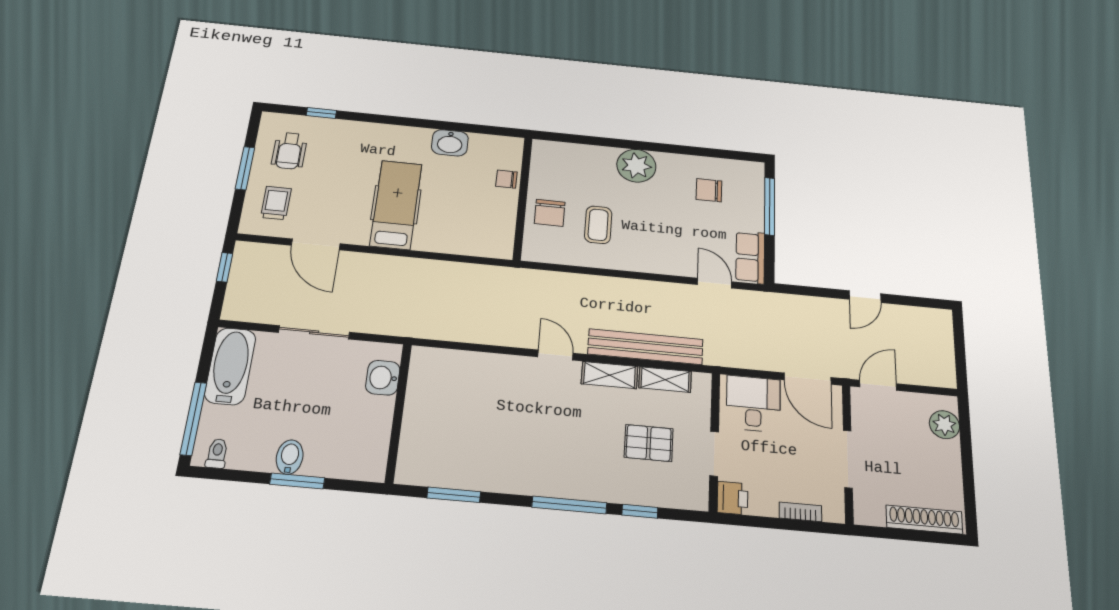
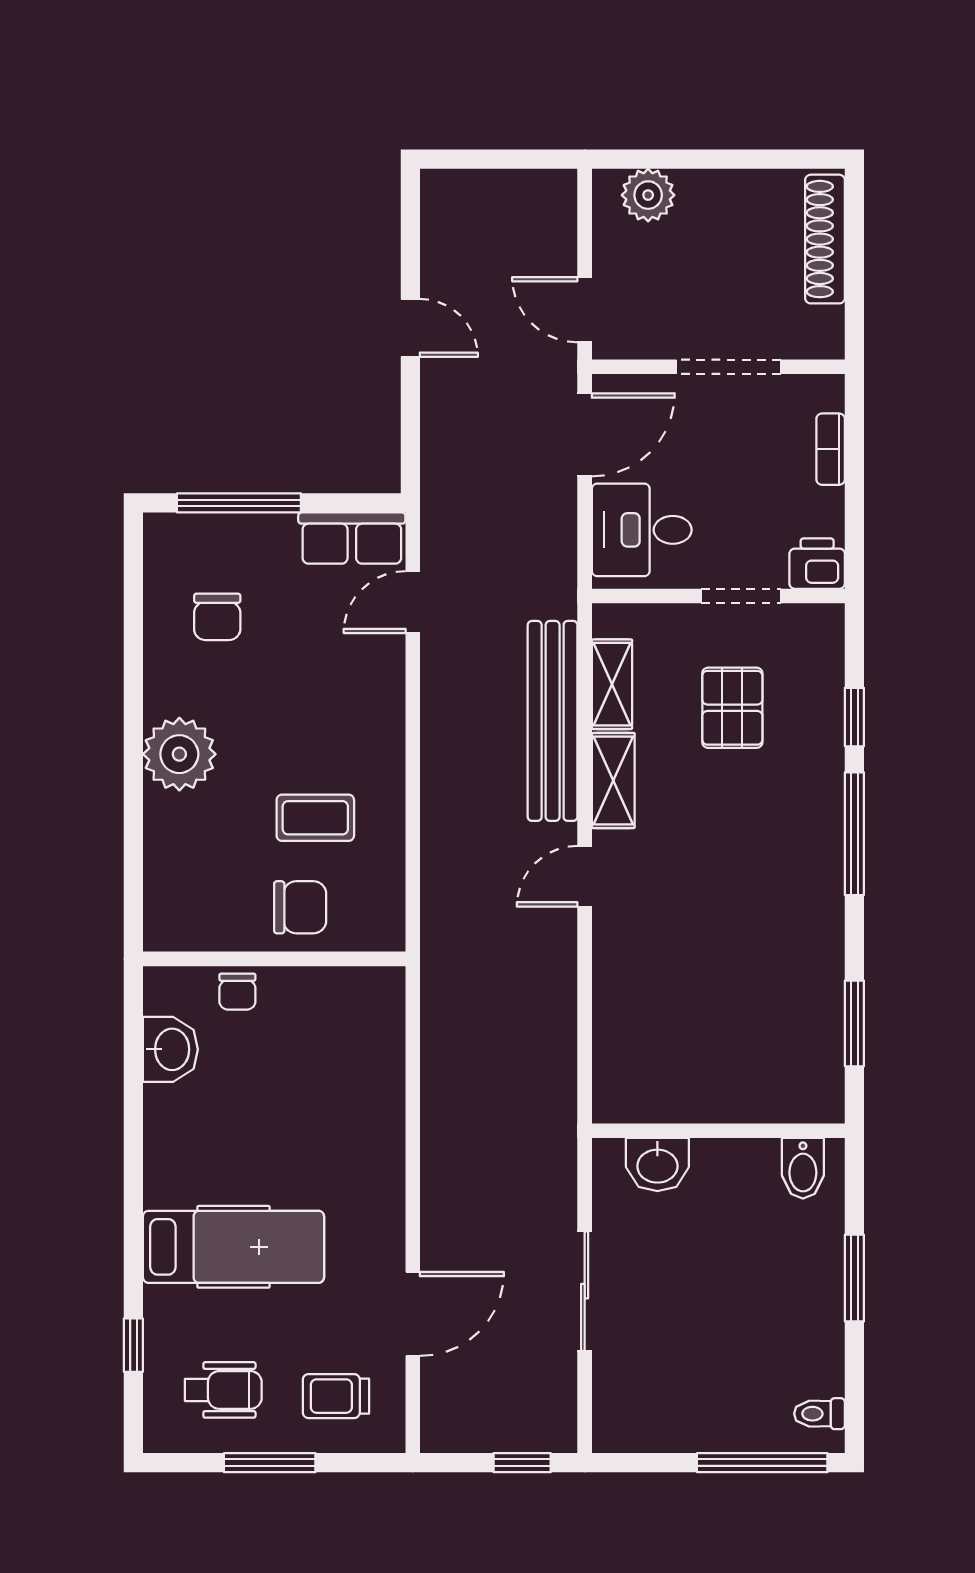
washbasin: (450, 143) -> (170, 1049), moved
hospital bed: (396, 205) -> (233, 1247), moved, turned 180
window: (225, 267) -> (522, 1463), moved
bathtub: (230, 366) -> (662, 1420), removed
bidet: (290, 457) -> (803, 1168), moved, turned -90

